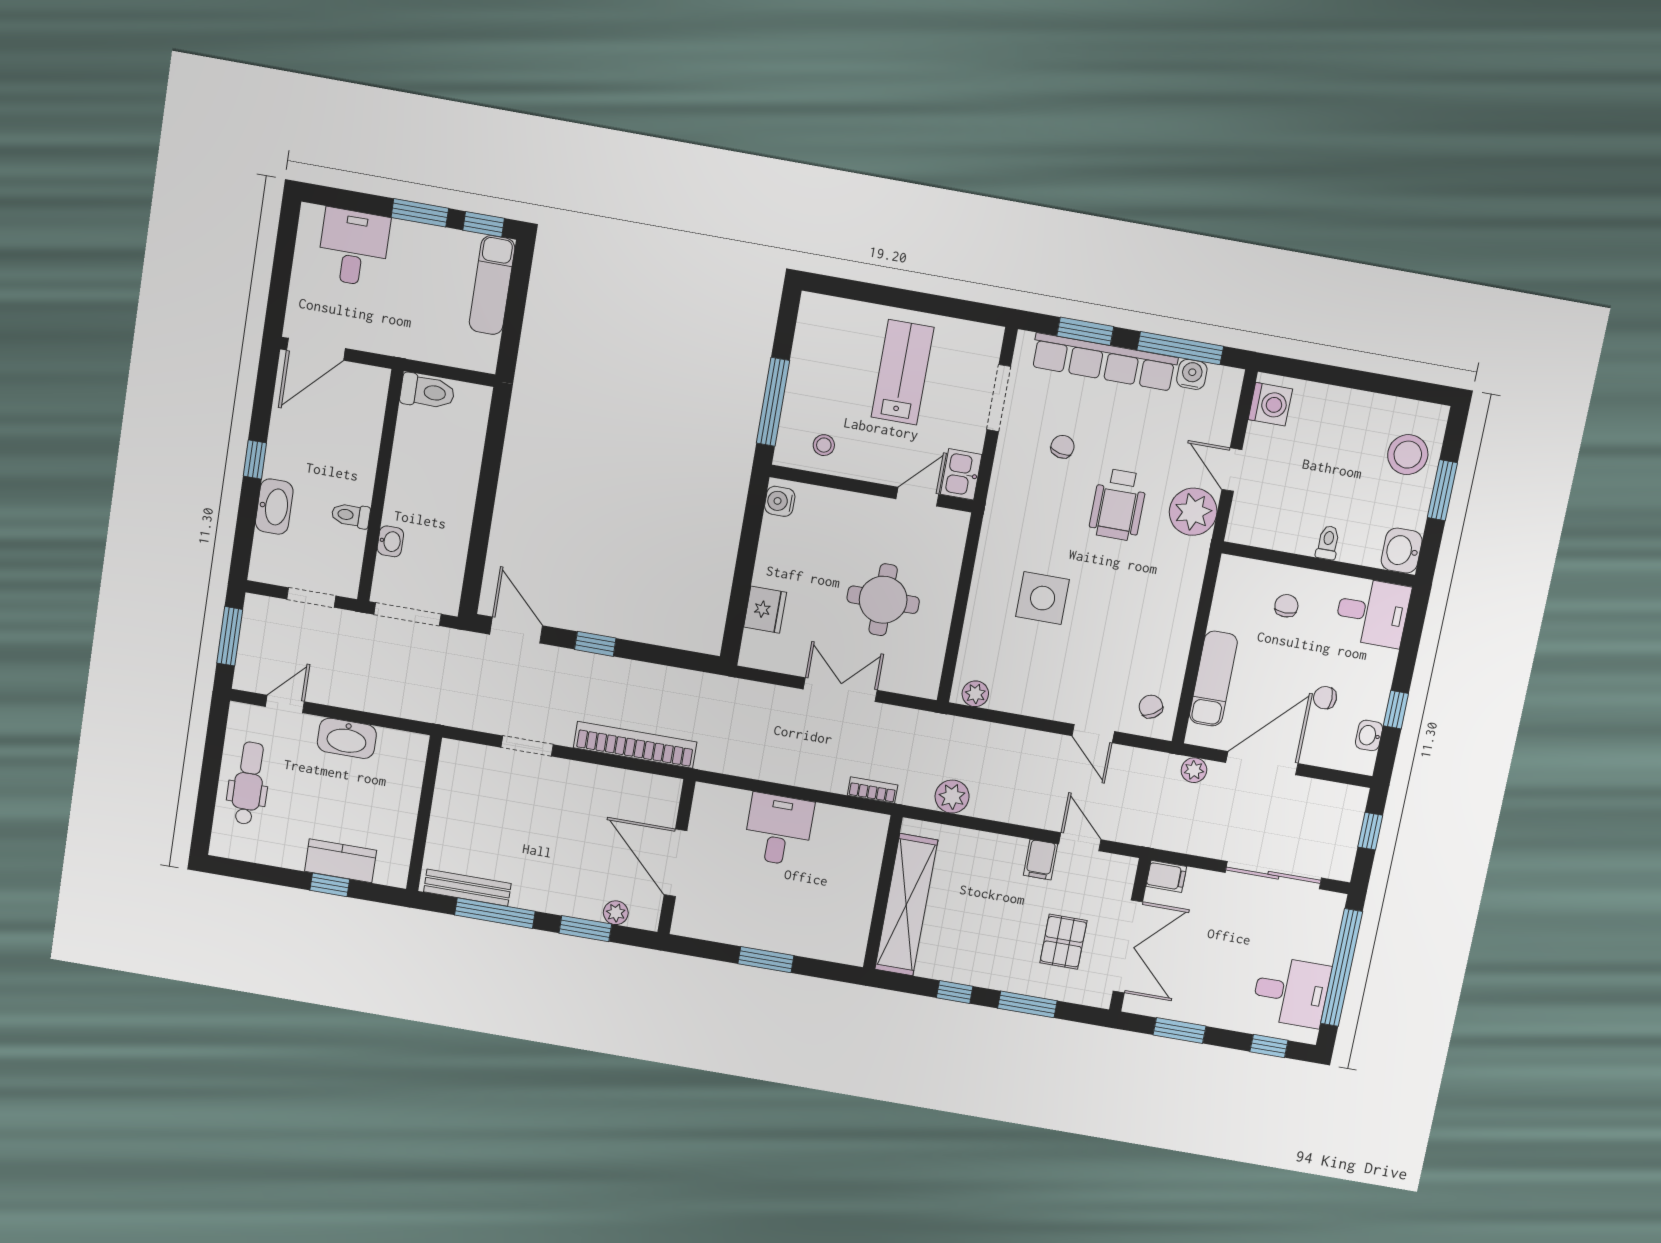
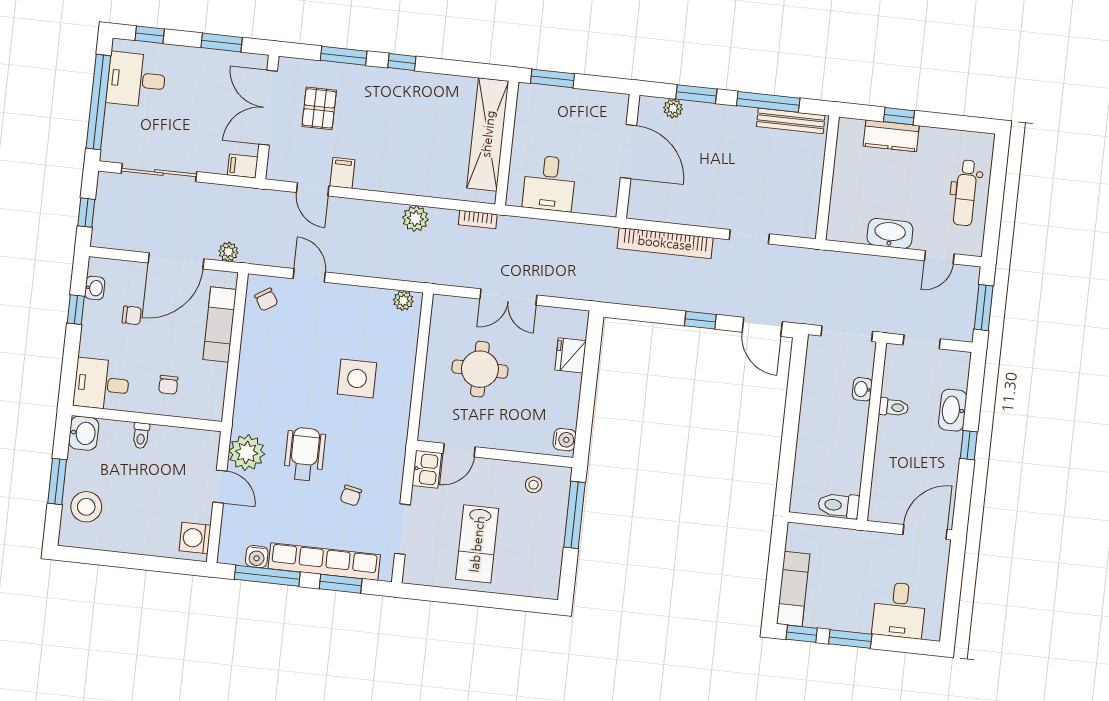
wall: (883, 893) -> (507, 143), moved
shelving: (906, 905) -> (488, 134), moved

